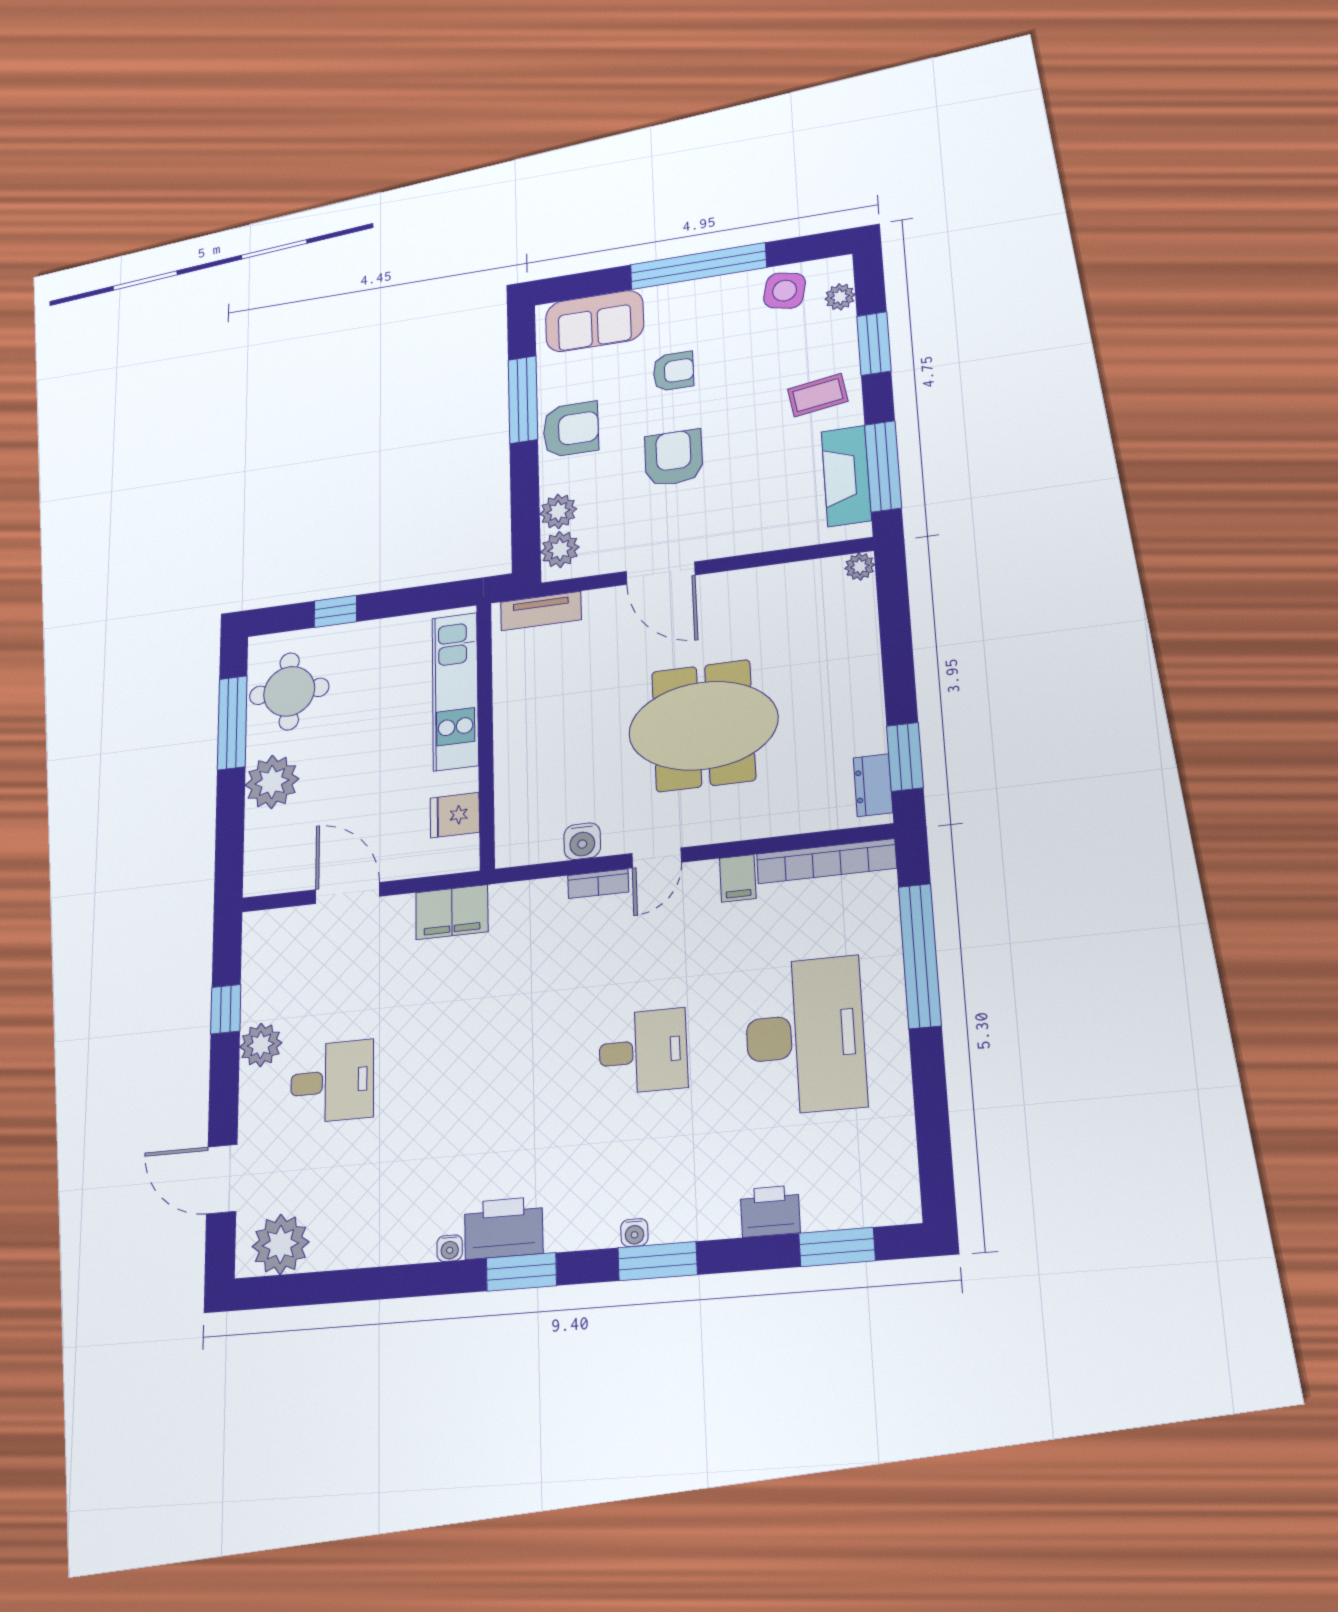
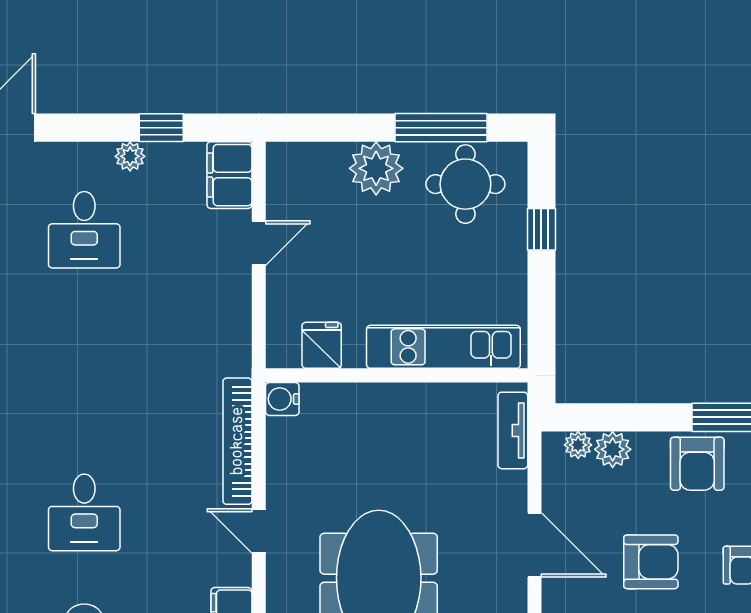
plant: (560, 550) -> (578, 445), width x0.73, depth x0.73
door: (661, 573) -> (534, 545), swing flipped
water cooler: (582, 841) -> (282, 399), moved
bookcase: (598, 884) -> (237, 441), width x2.31, depth x1.31
door: (347, 893) -> (259, 243), width x0.73
filing cabinet: (452, 912) -> (229, 175), moved
plant: (261, 1045) -> (130, 156), width x0.73, depth x0.73

